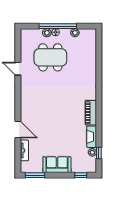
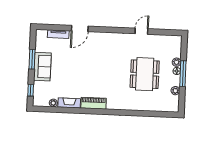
window: (58, 26) -> (183, 74), width x0.68
dining table: (50, 57) -> (145, 74), moved
window: (99, 153) -> (52, 109), removed
window: (35, 175) -> (32, 59), moved

